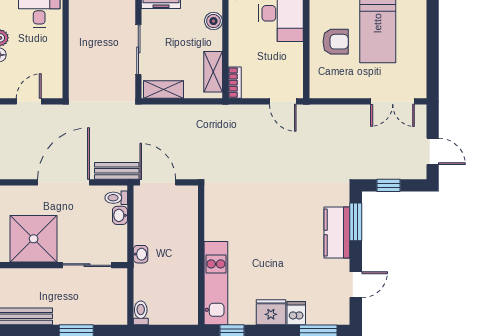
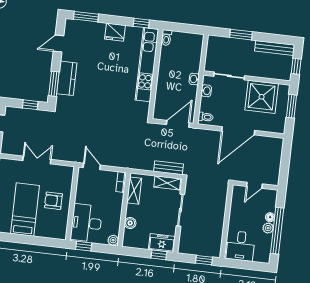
double door: (393, 101) -> (37, 160), moved
bench: (117, 171) -> (168, 168), moved
door: (158, 182) -> (178, 124), swing flipped
washbasin: (120, 215) -> (206, 91), moved
kitchen unit: (216, 283) -> (147, 65), width x1.36
toilet: (141, 313) -> (166, 38), moved
dishwasher: (296, 313) -> (99, 30), removed

